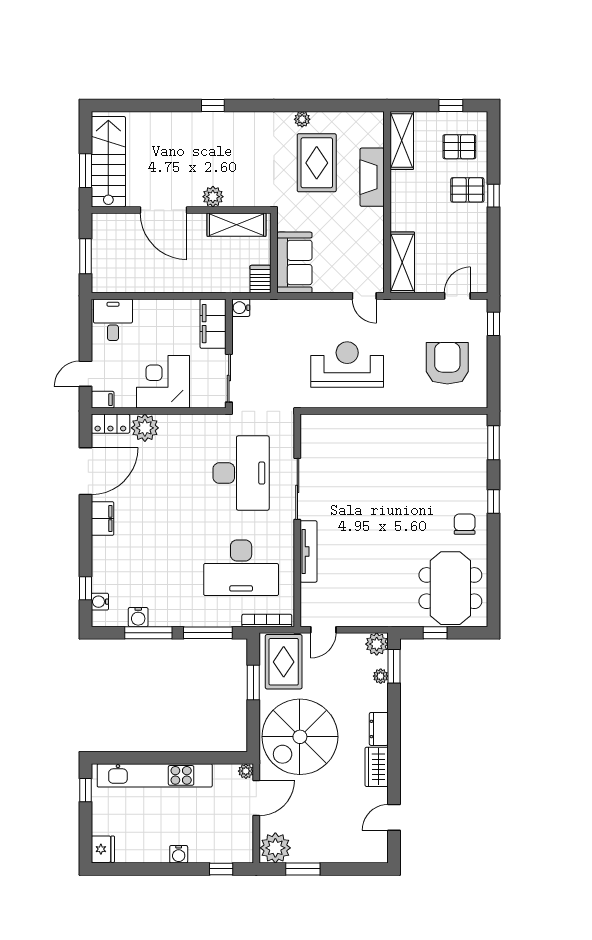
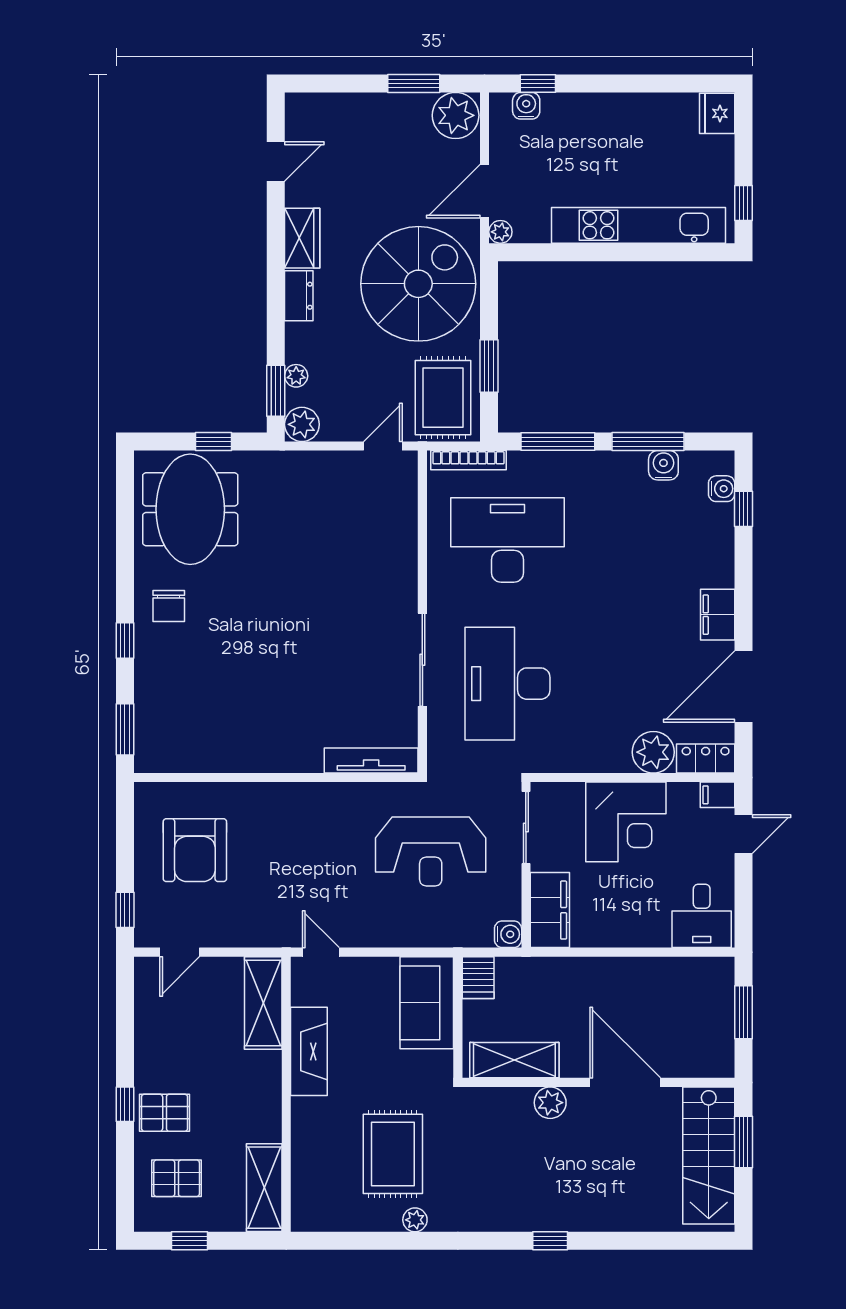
fireplace: (372, 177) -> (309, 1051), moved
reception desk: (347, 365) -> (431, 851), moved
tv unit: (309, 551) -> (371, 760), moved, turned 90
water cooler: (179, 854) -> (526, 106), moved

